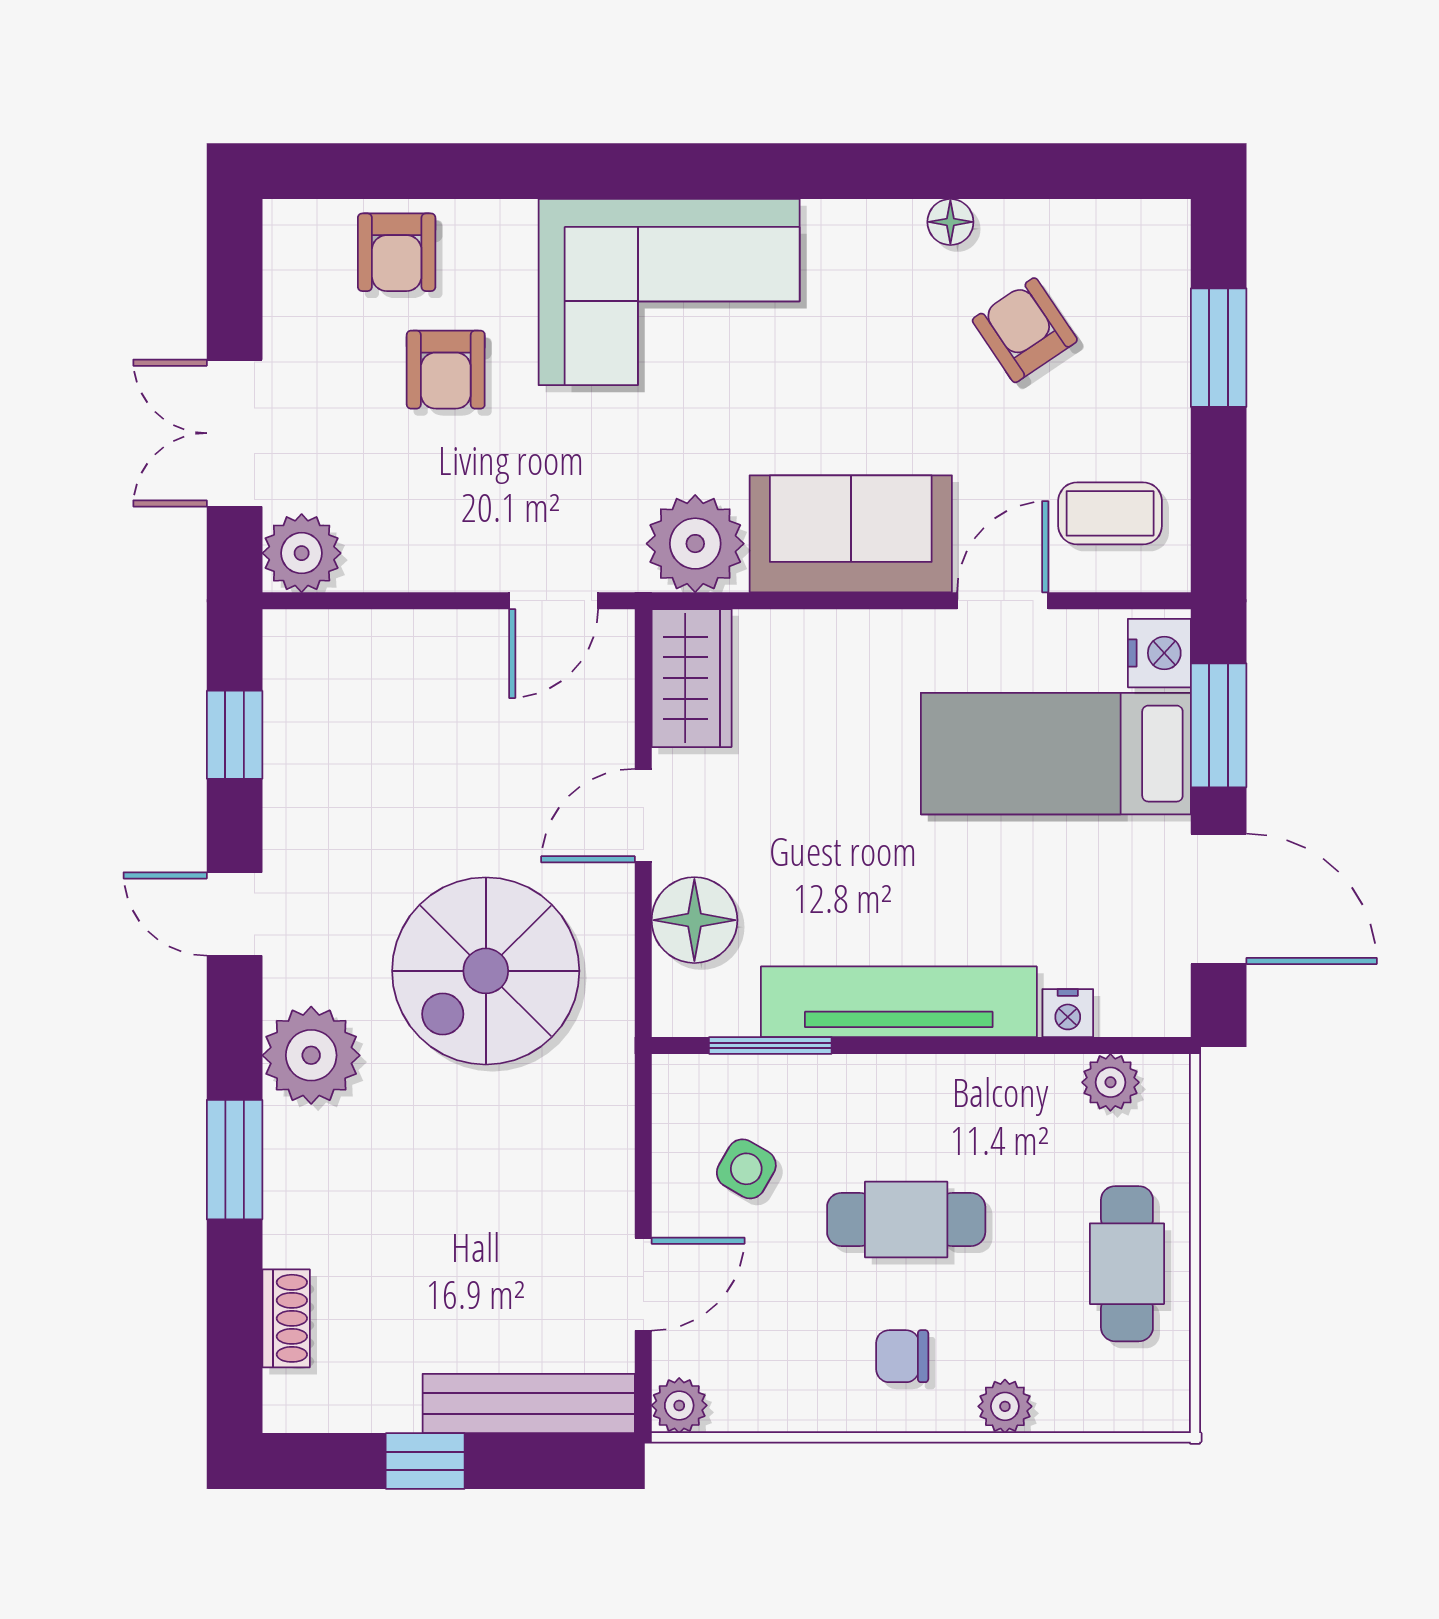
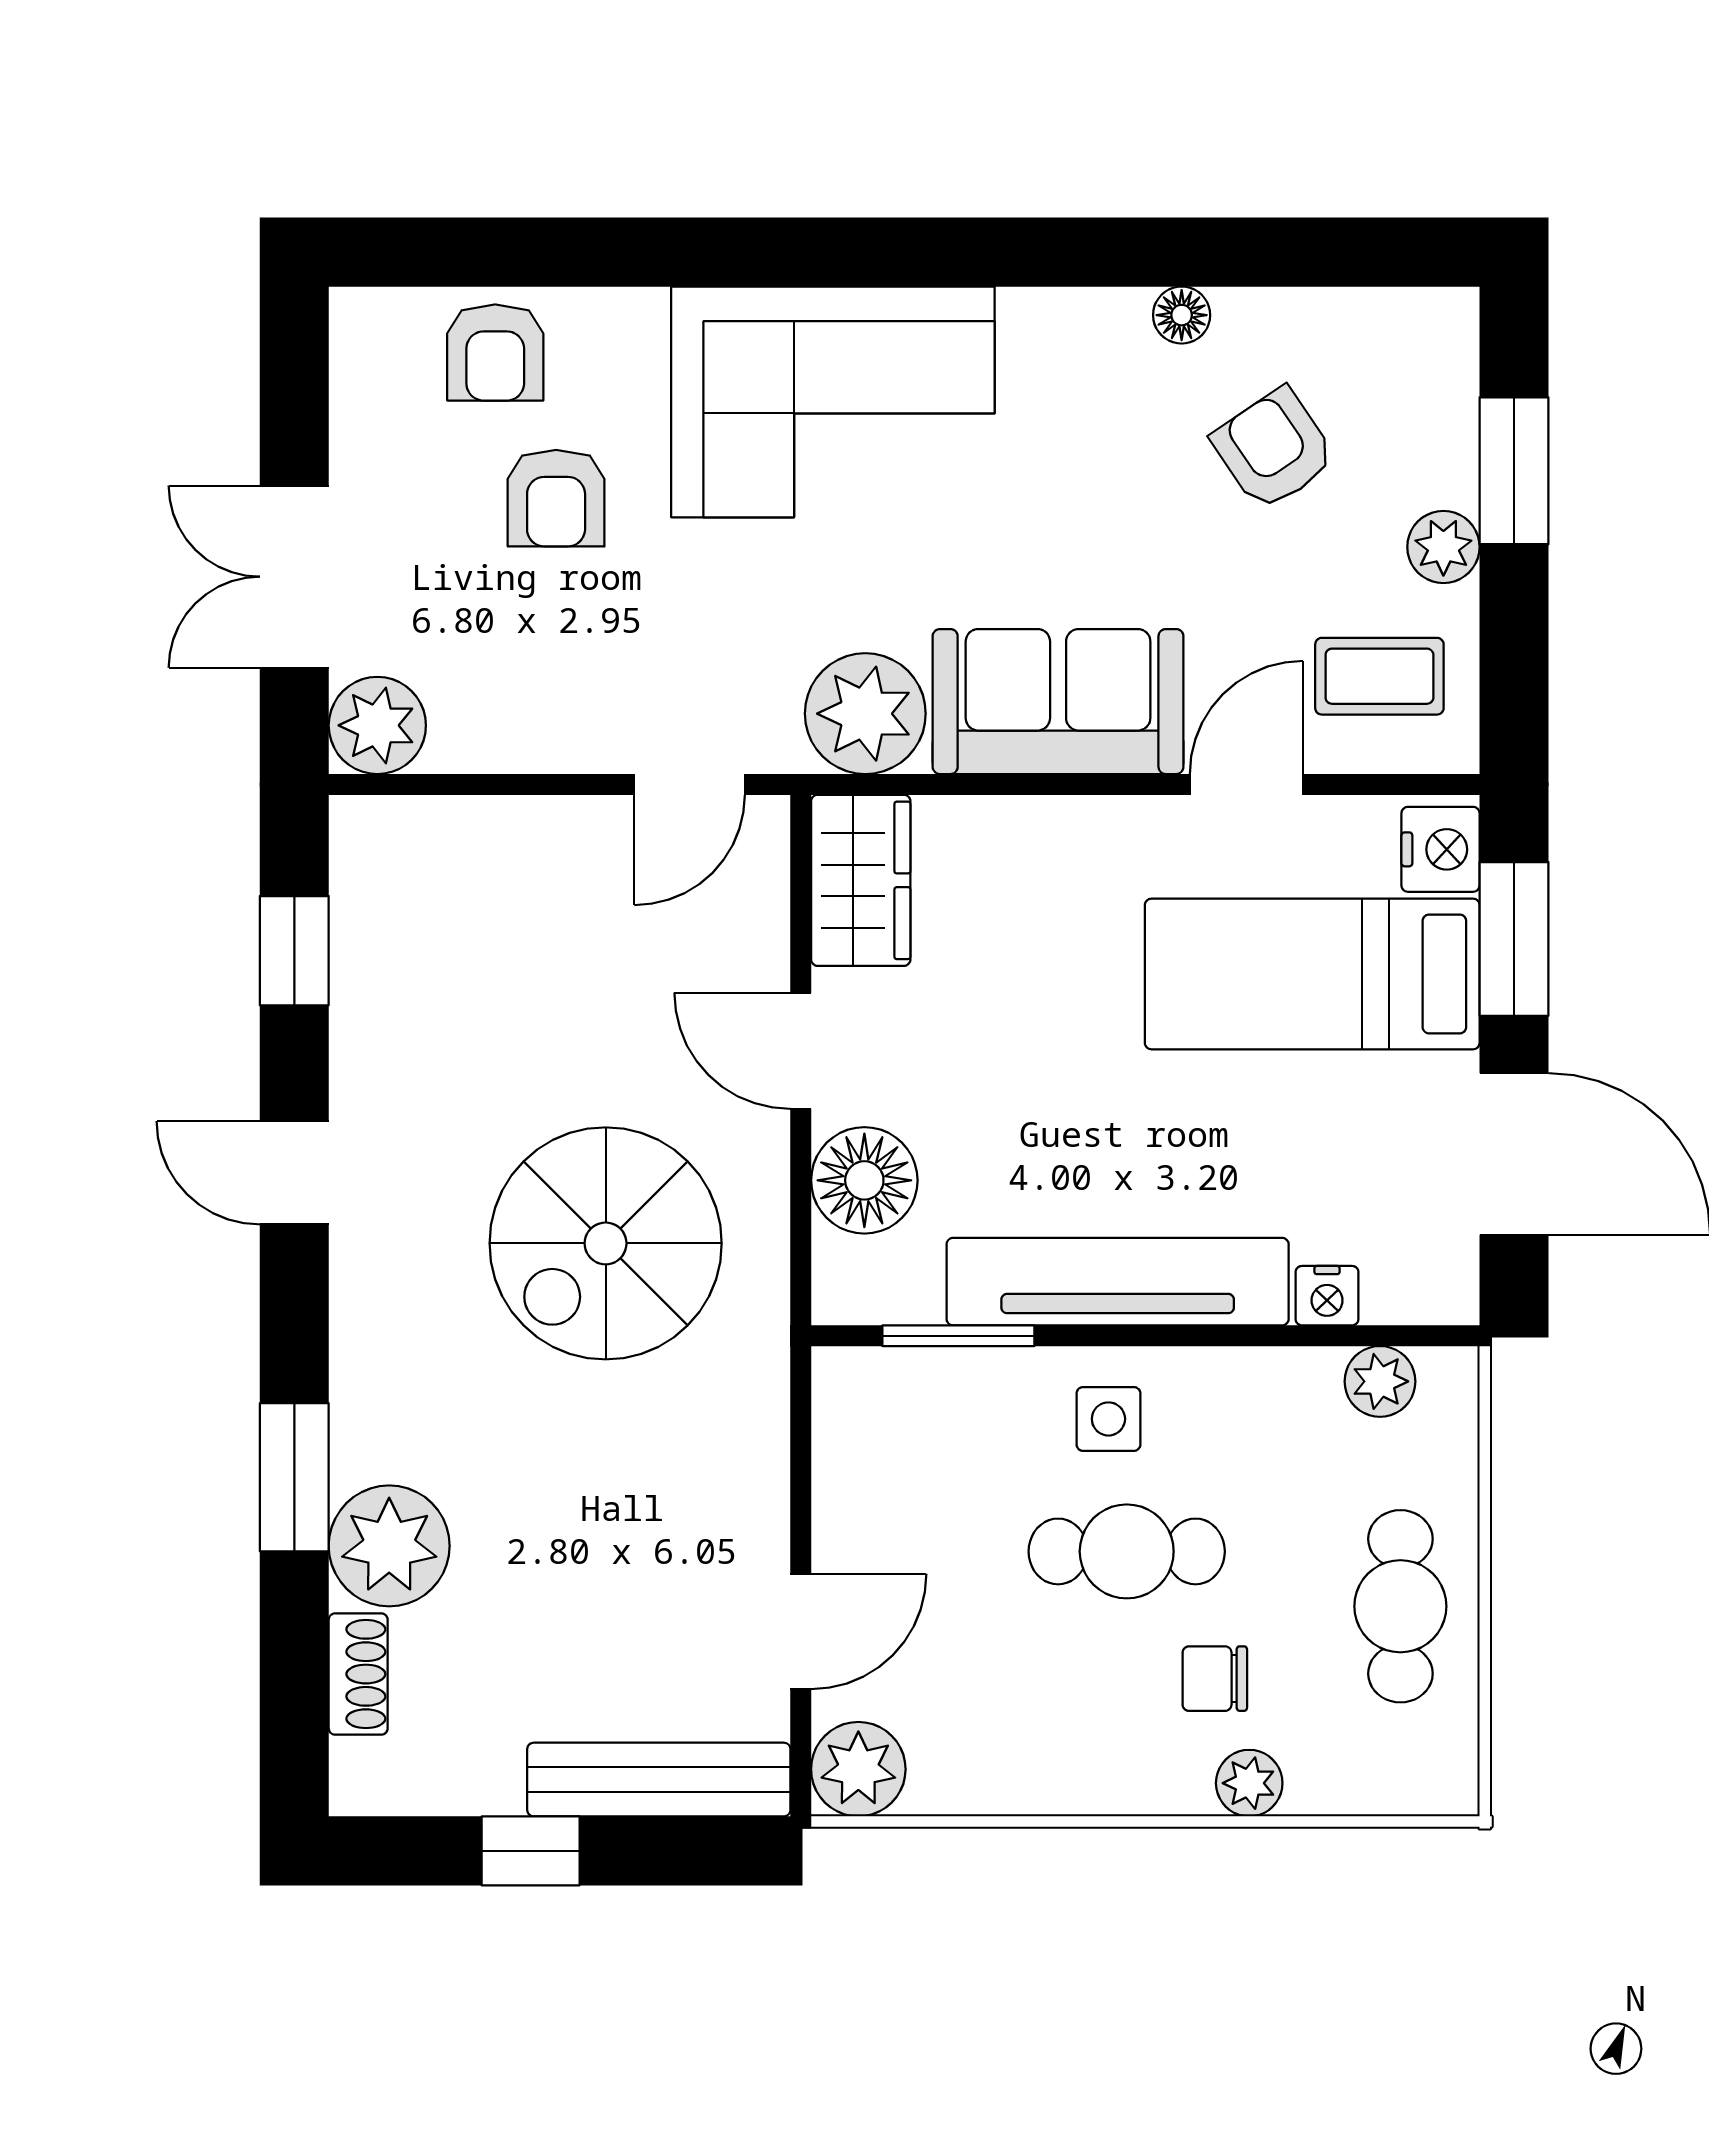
plant: (1162, 409) -> (1443, 547), added
door: (643, 816) -> (801, 1051), hinge flipped
plant: (311, 1055) -> (389, 1546), moved
side table: (746, 1169) -> (1108, 1419), moved, turned -30
chair: (902, 1356) -> (1215, 1679), moved
plant: (679, 1405) -> (858, 1769), width x1.38, depth x1.38

